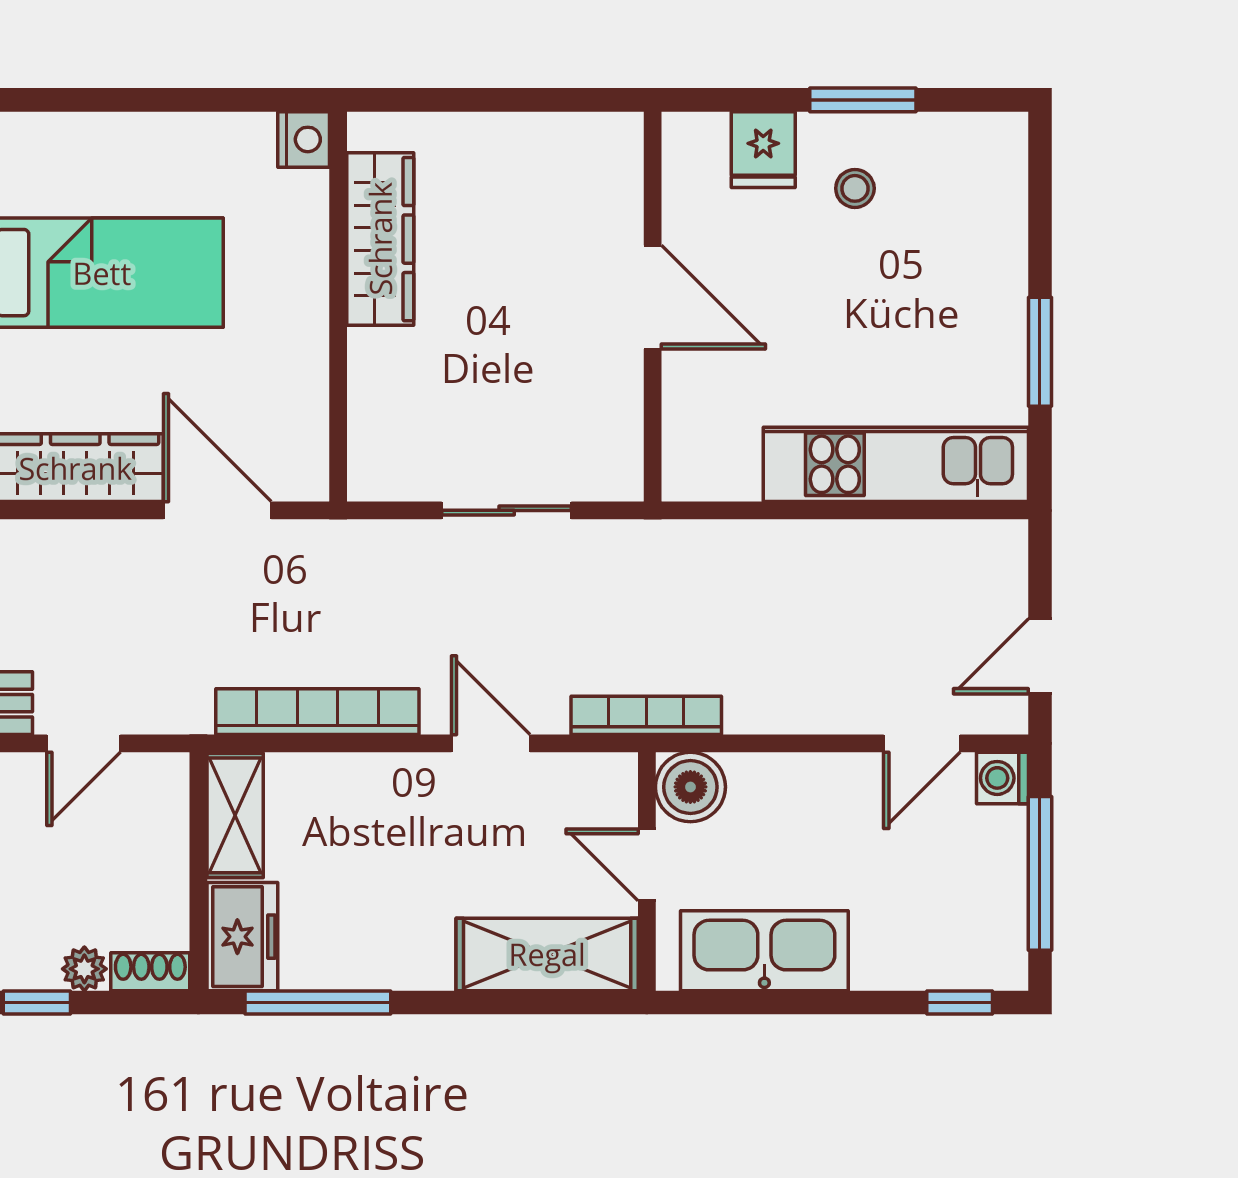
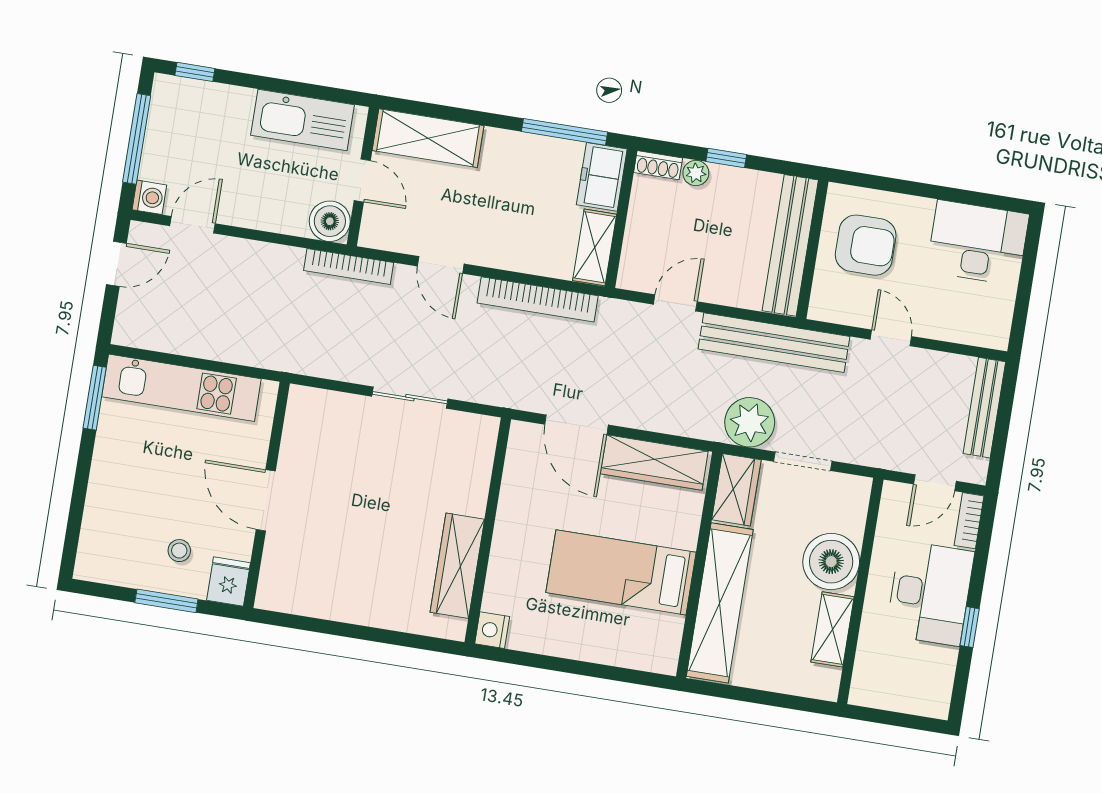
door: (653, 297) -> (266, 500), moved
wall: (653, 307) -> (267, 495), moved
window: (1040, 352) -> (95, 398), moved

